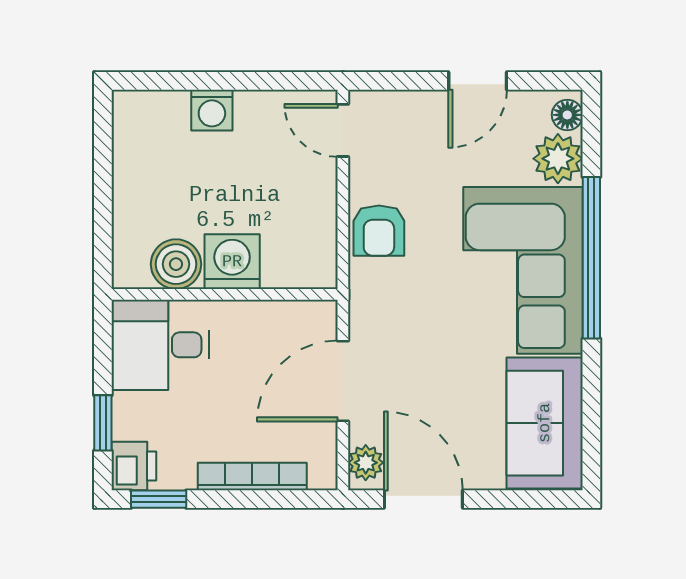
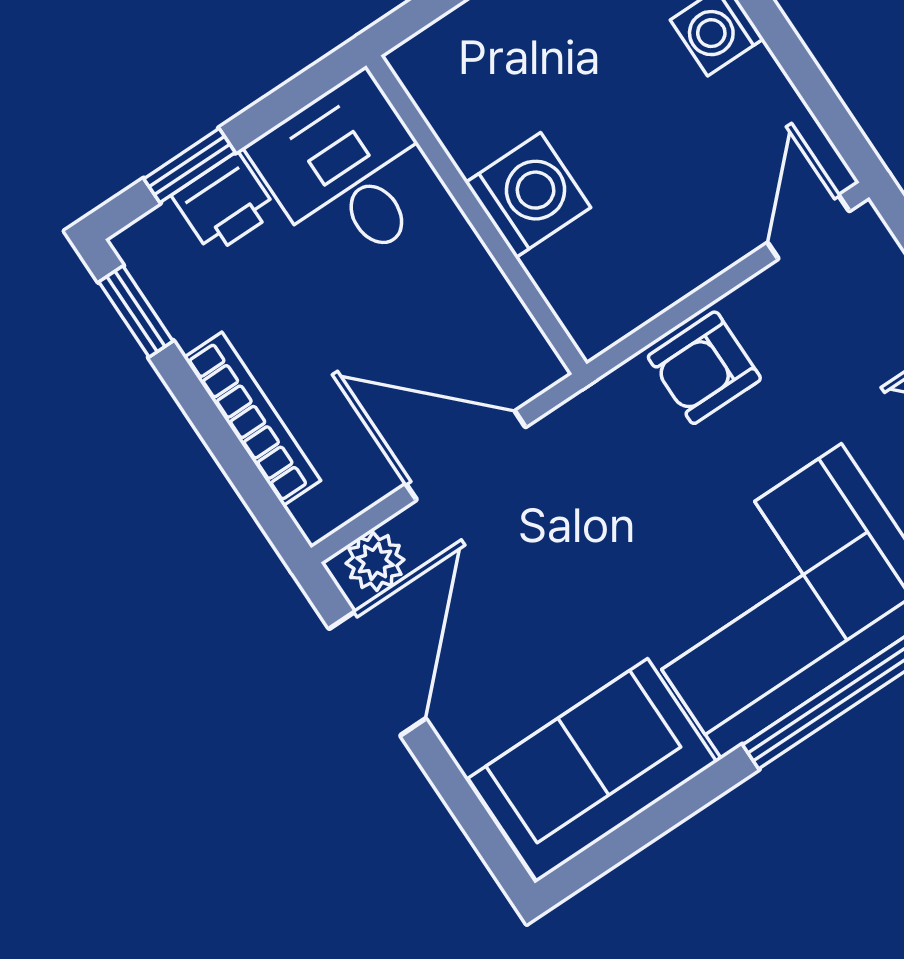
boiler: (176, 264) -> (473, 121), removed
printer: (134, 466) -> (225, 203), moved

